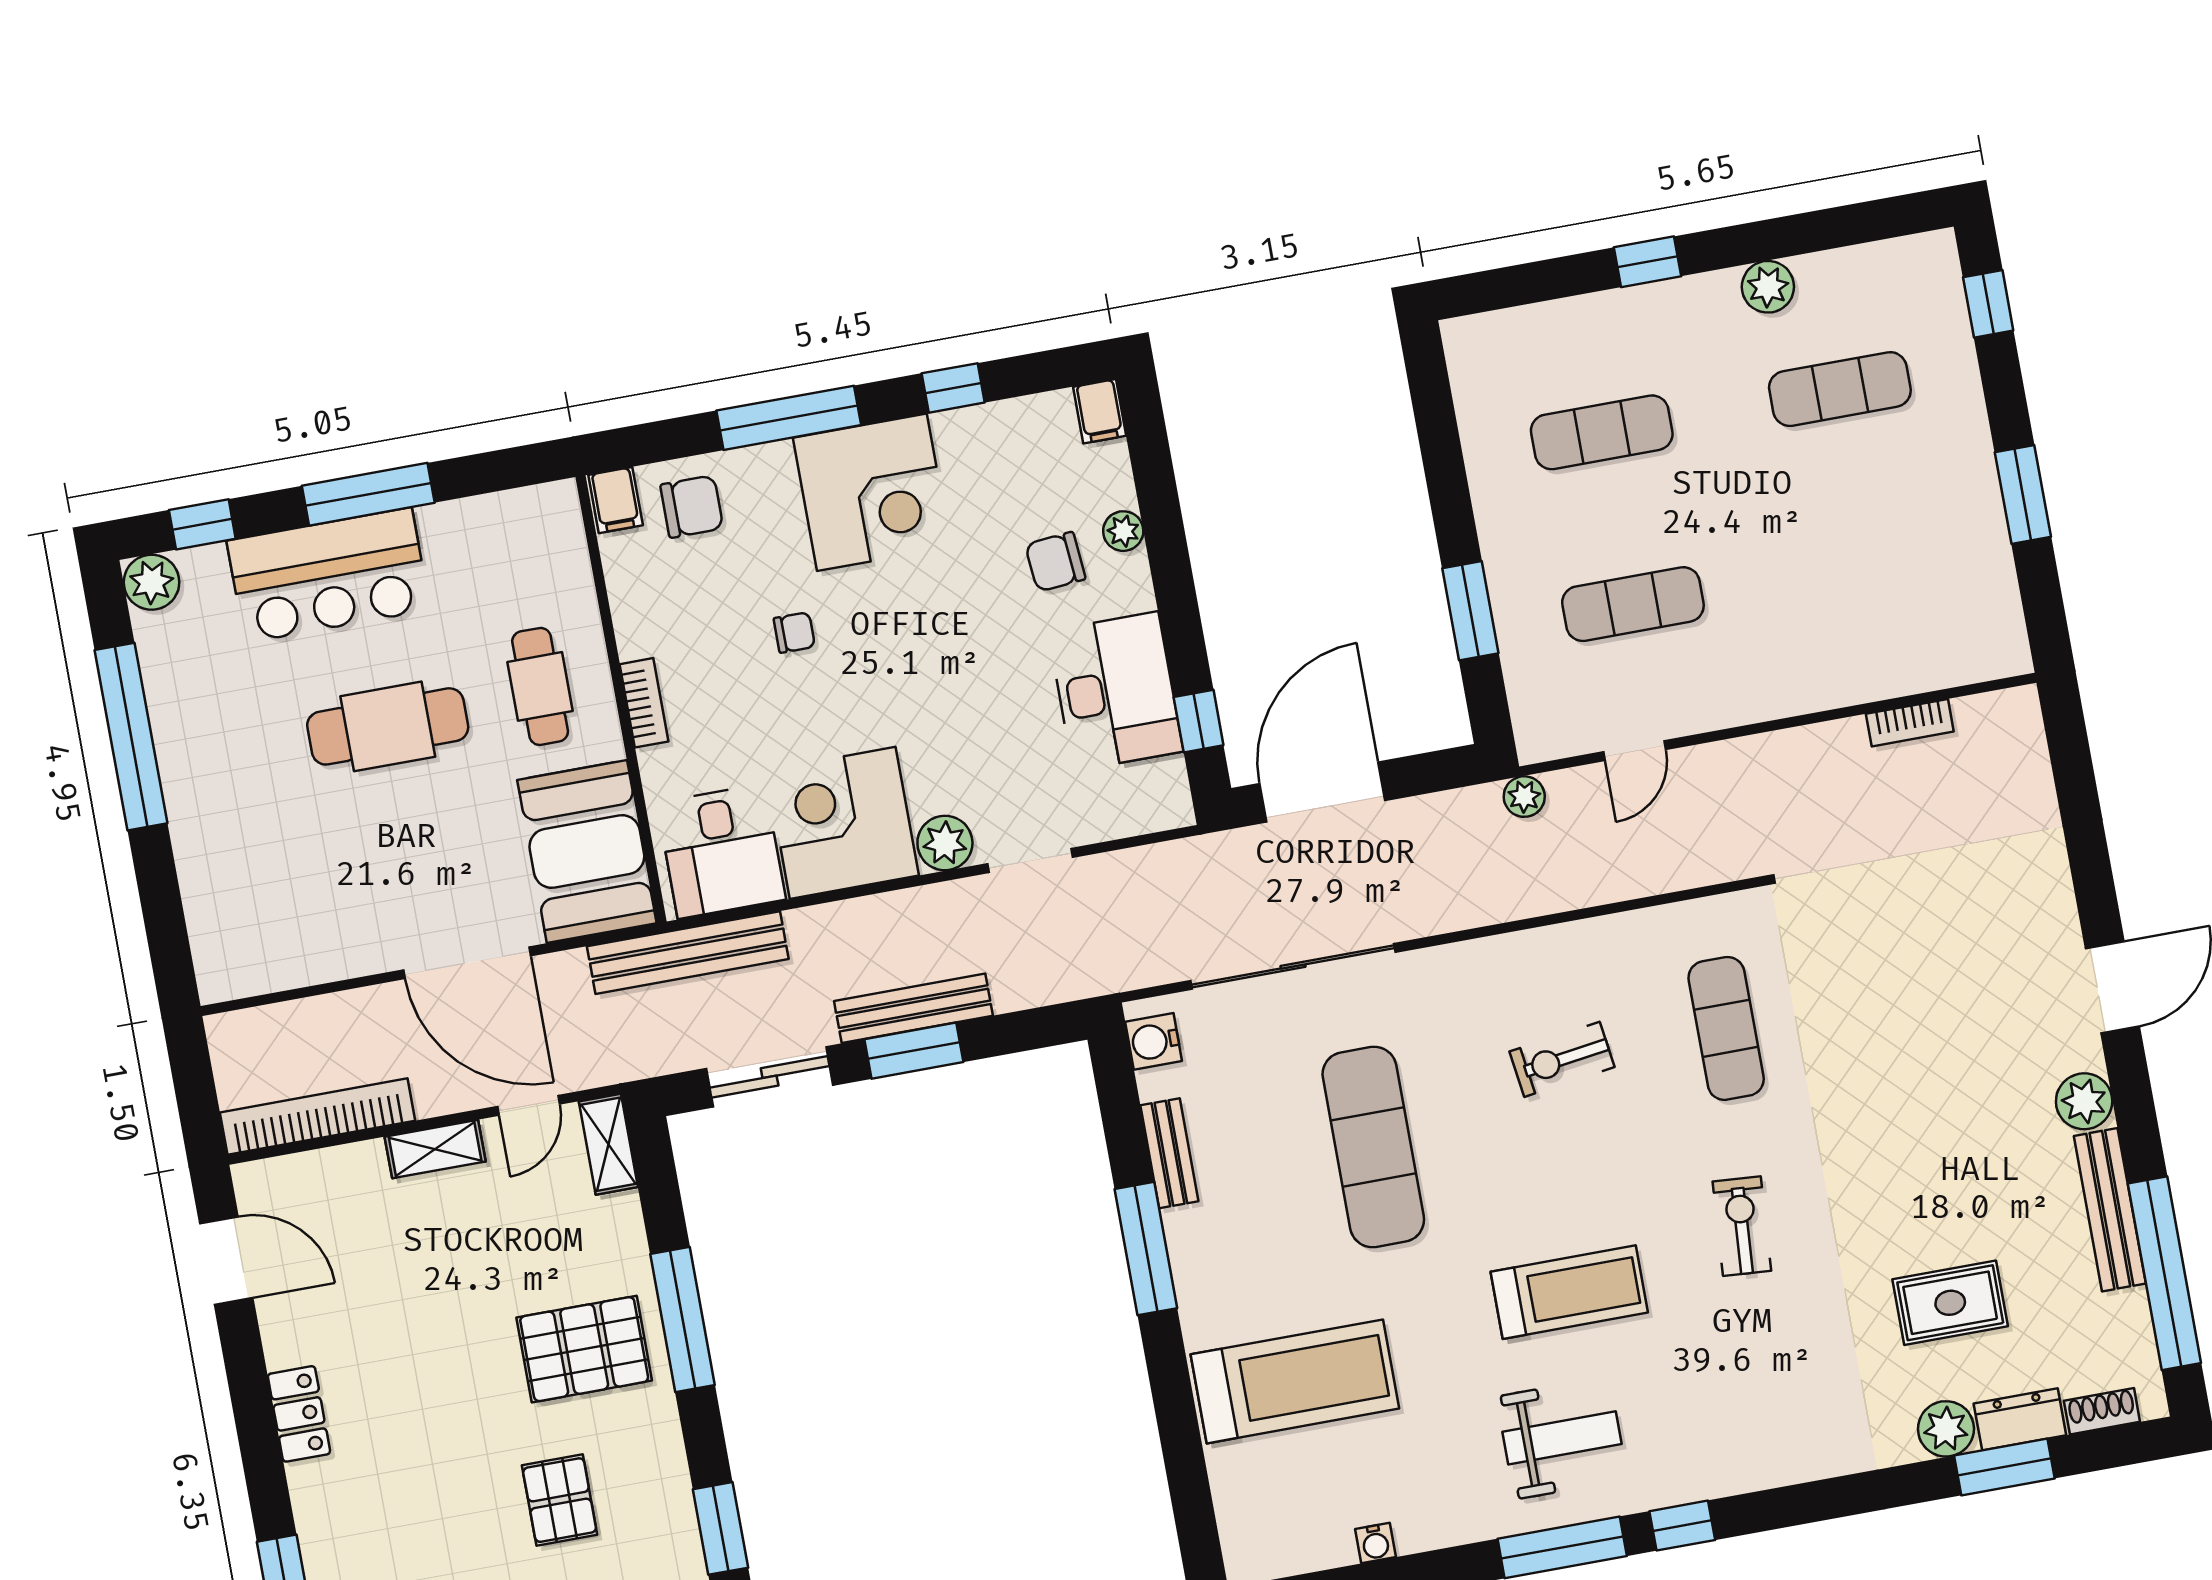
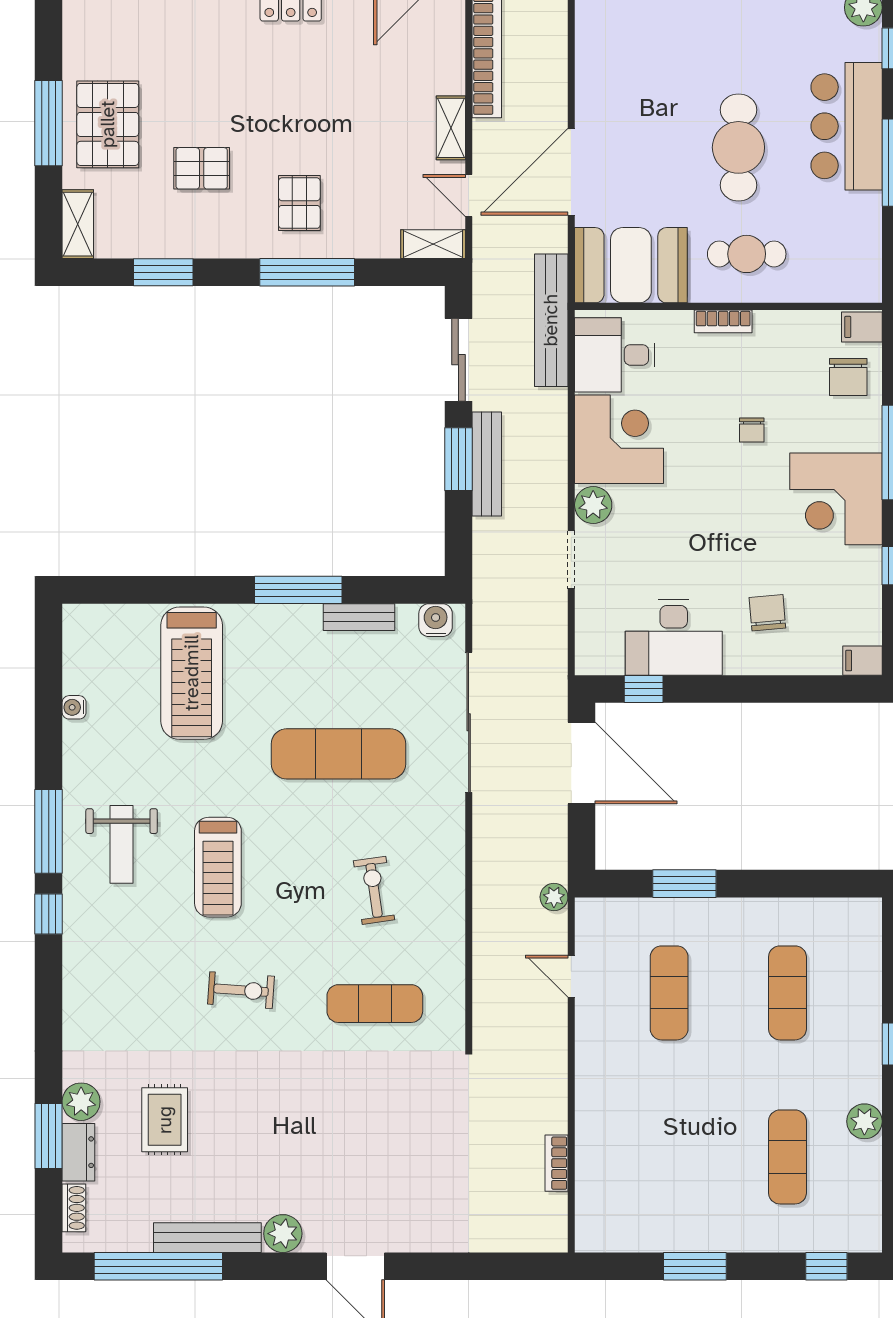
plant: (1123, 531) -> (780, 662), removed
pallet: (584, 1349) -> (299, 203), width x0.67, depth x0.71

